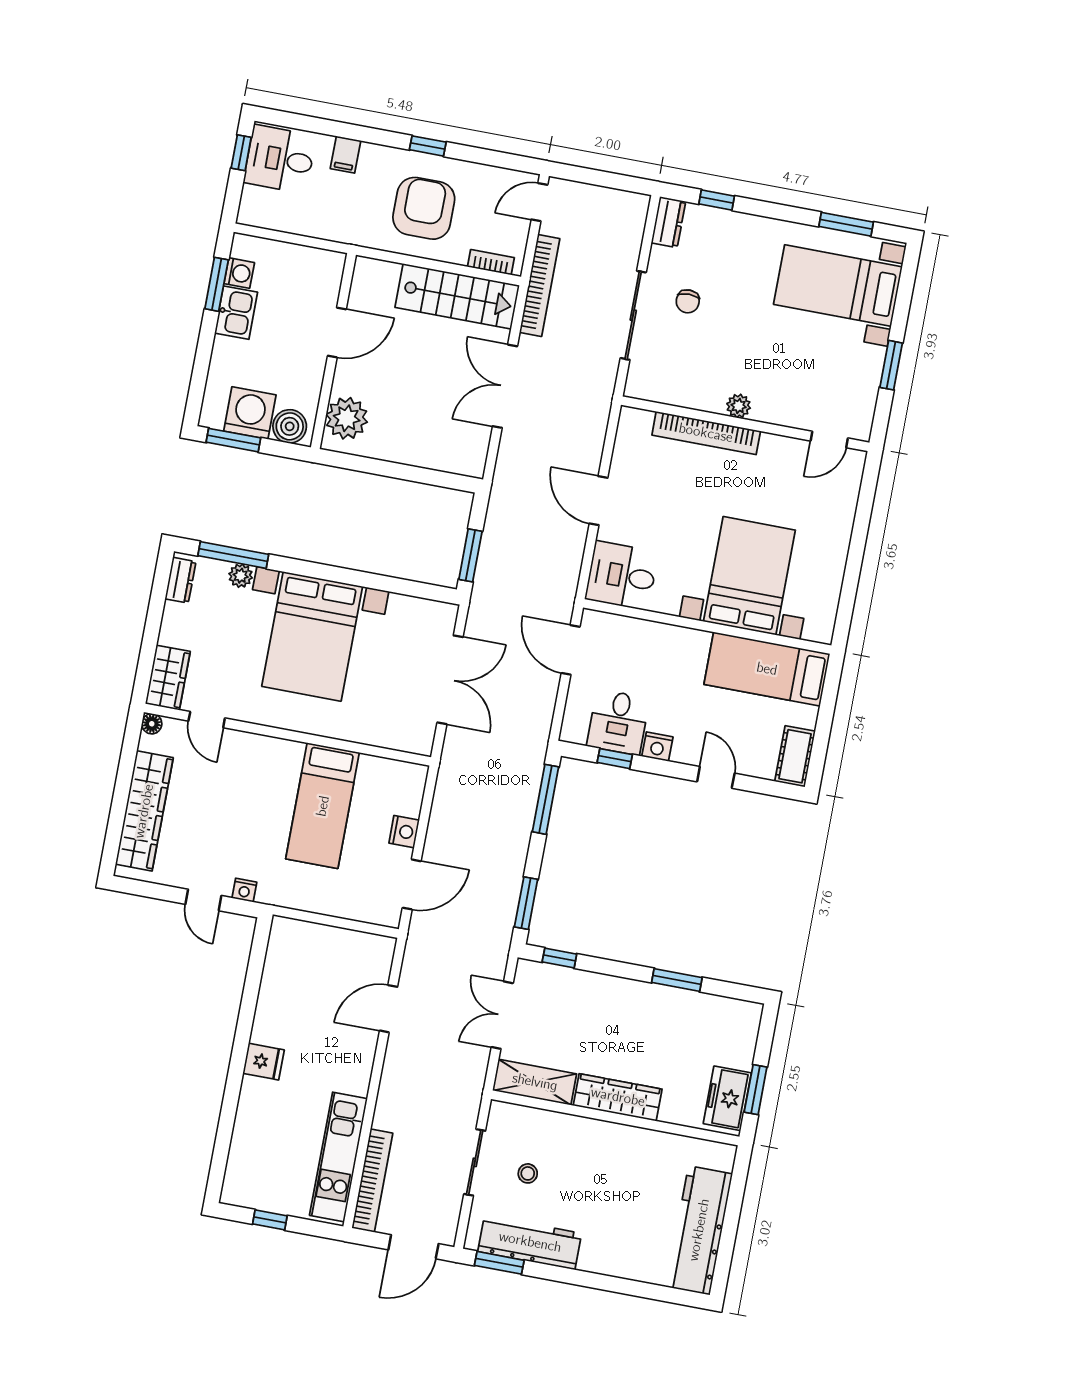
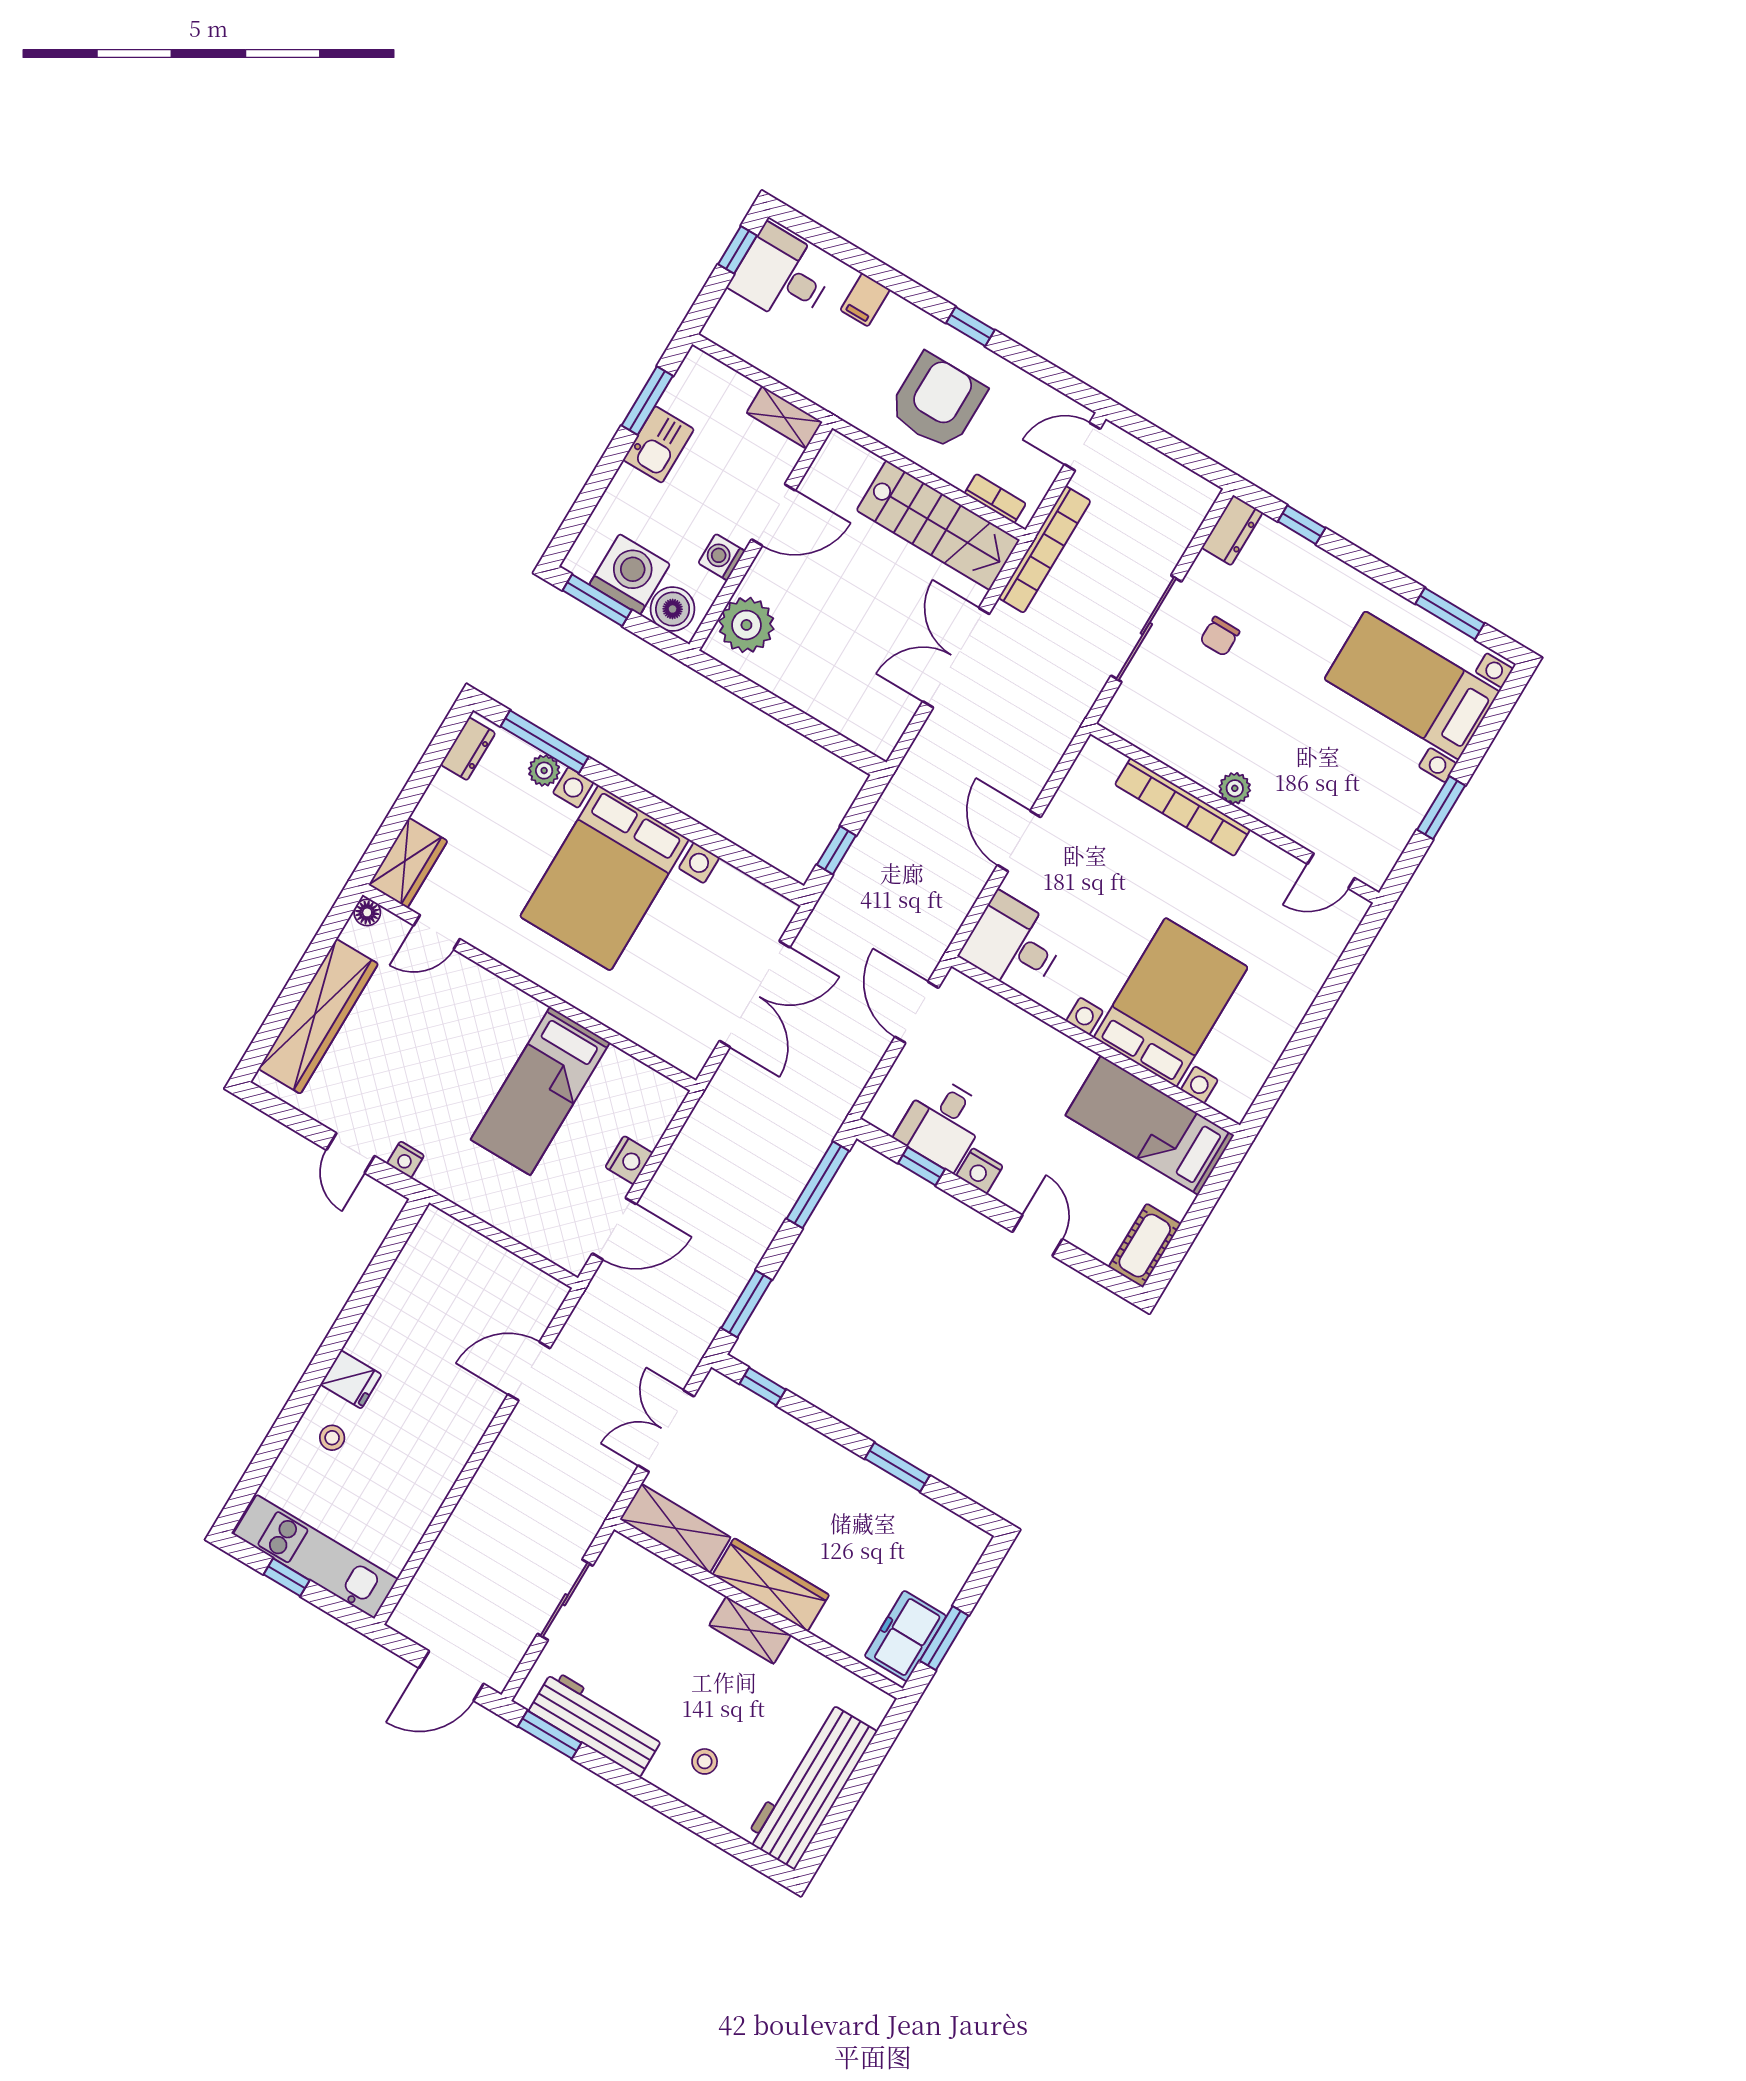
shelving: (319, 260) -> (784, 417), added
washing machine: (239, 273) -> (722, 557), moved, turned 180
window: (470, 555) -> (836, 850), width x0.67
door: (207, 720) -> (437, 932), hinge flipped
stool: (265, 1108) -> (332, 1438), added
shelving: (615, 1135) -> (750, 1630), added
kitchen unit: (338, 1157) -> (315, 1557), moved, turned 90
stool: (528, 1173) -> (705, 1761), moved
bookcase: (372, 1181) -> (431, 1575), removed

